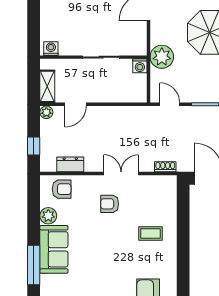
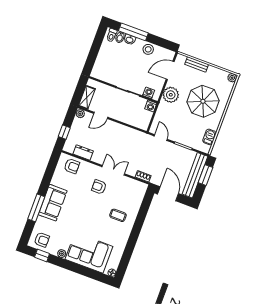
washing machine: (51, 49) -> (149, 93), moved
plant: (162, 57) -> (171, 95), moved
plant: (48, 216) -> (57, 180), removed

